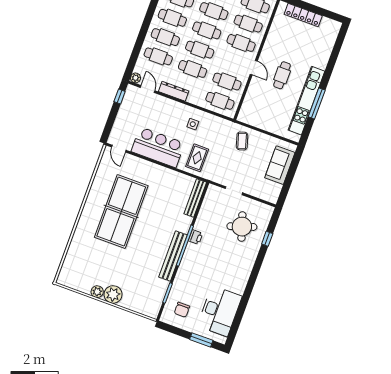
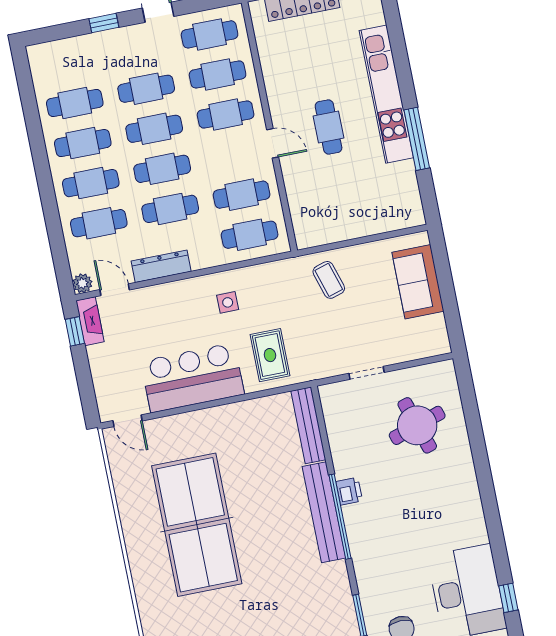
fireplace: (129, 96) -> (90, 321), added
kitchen unit: (307, 101) -> (386, 94), moved
window: (267, 239) -> (508, 598), moved
bench: (173, 256) -> (324, 512), moved

